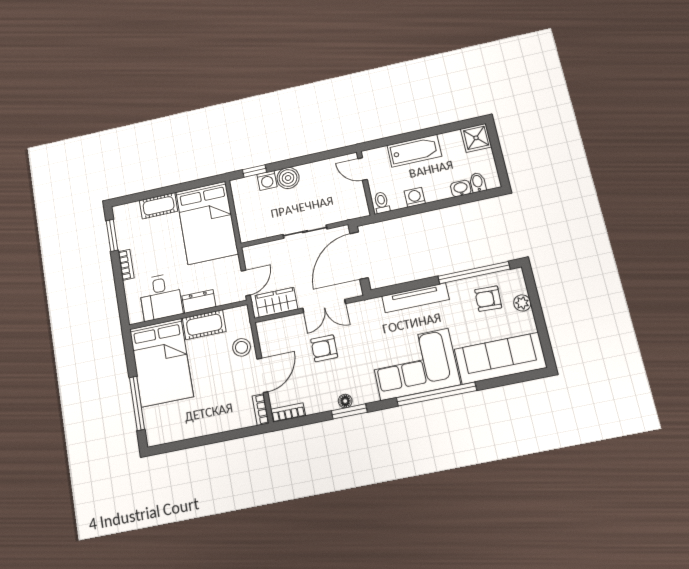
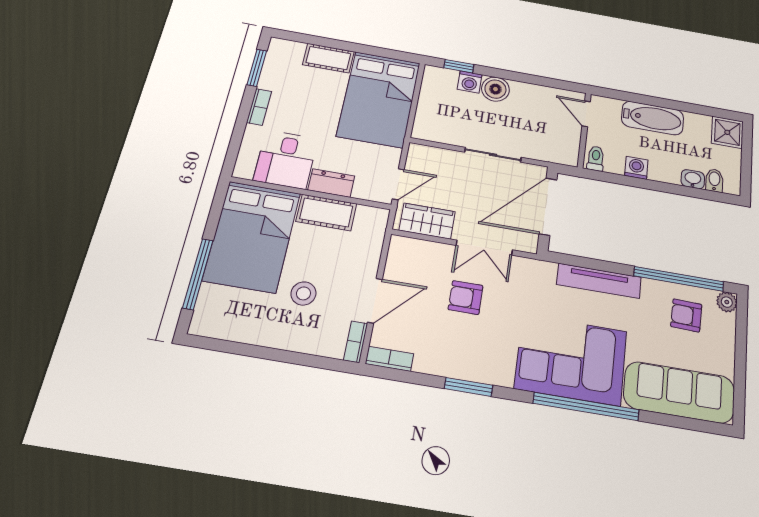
plant: (522, 303) -> (727, 302), moved
stool: (242, 347) -> (303, 293), moved
floor lamp: (345, 401) -> (468, 372), removed

